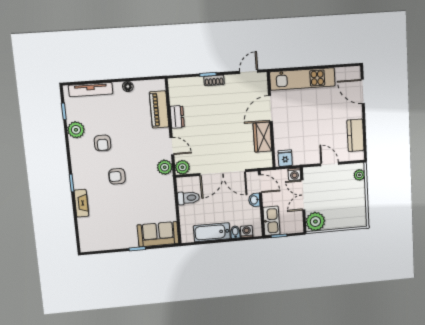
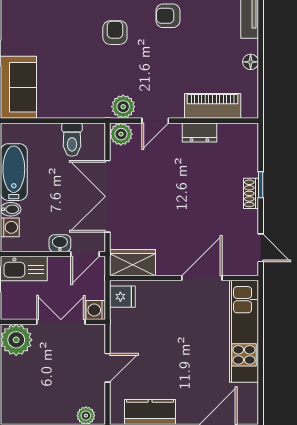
door: (270, 109) -> (202, 278), hinge flipped
wardrobe: (262, 137) -> (133, 263), moved

